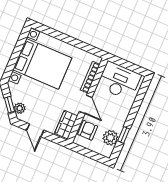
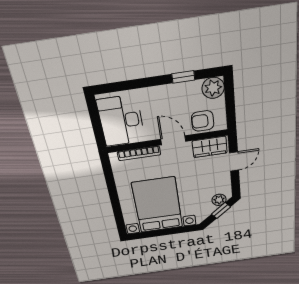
door: (86, 104) -> (173, 140), hinge flipped
door: (35, 130) -> (234, 161), moved
plant: (110, 138) -> (213, 88), moved

